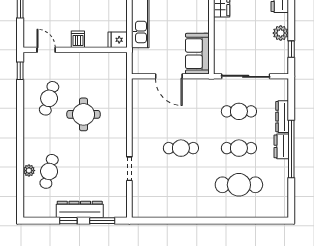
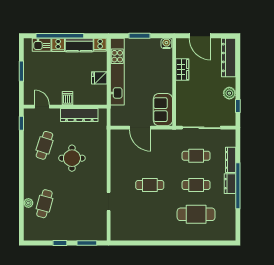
fridge: (118, 40) -> (99, 78), moved
dresser: (80, 209) -> (79, 115), moved, turned 180

